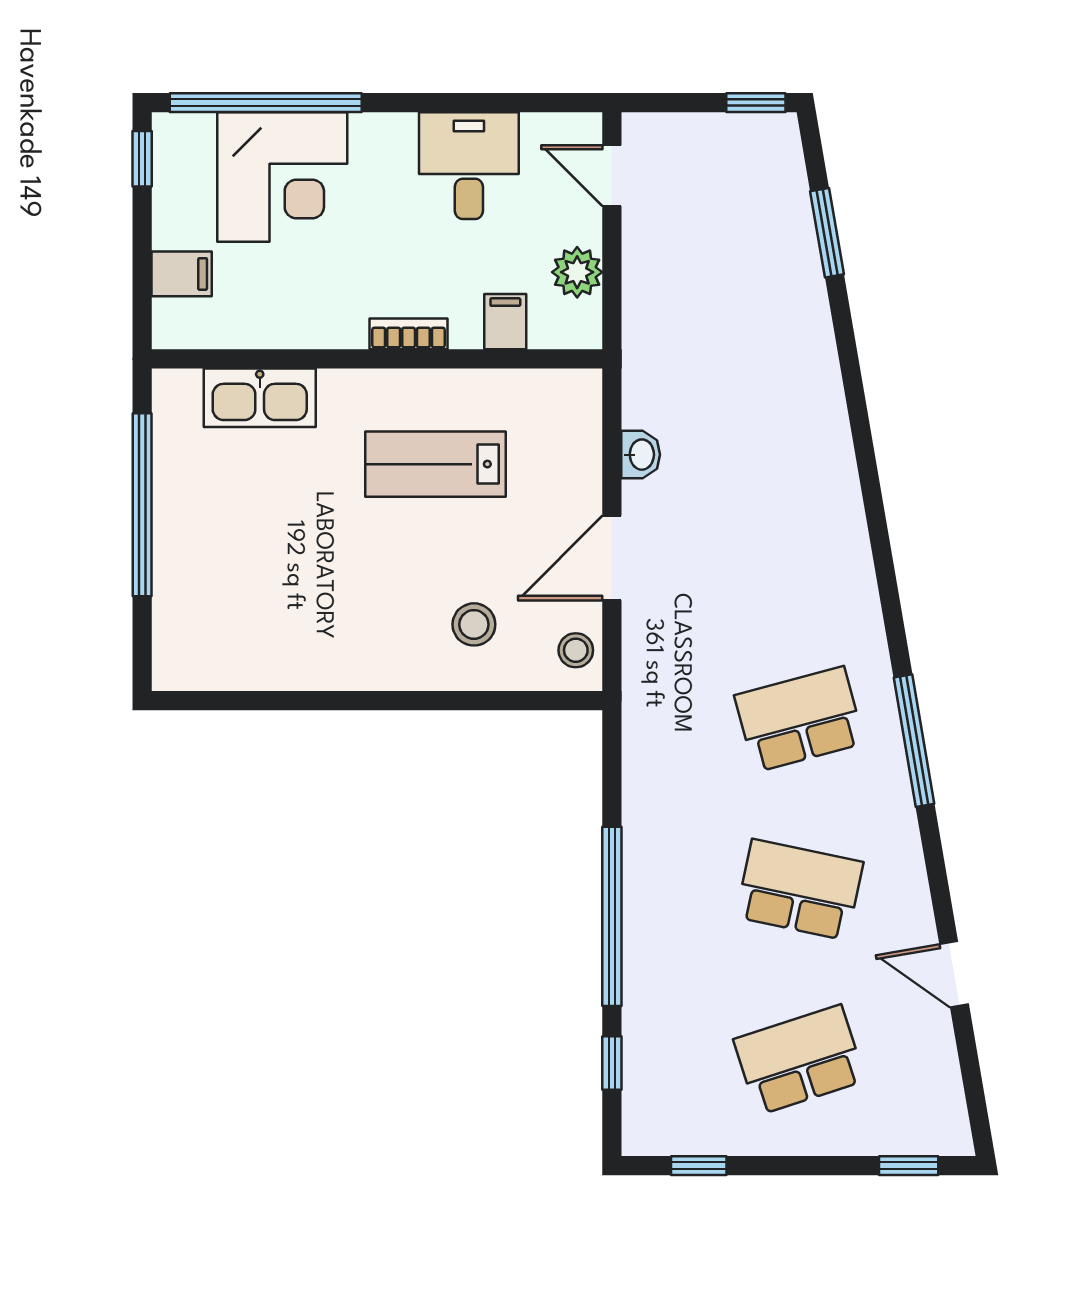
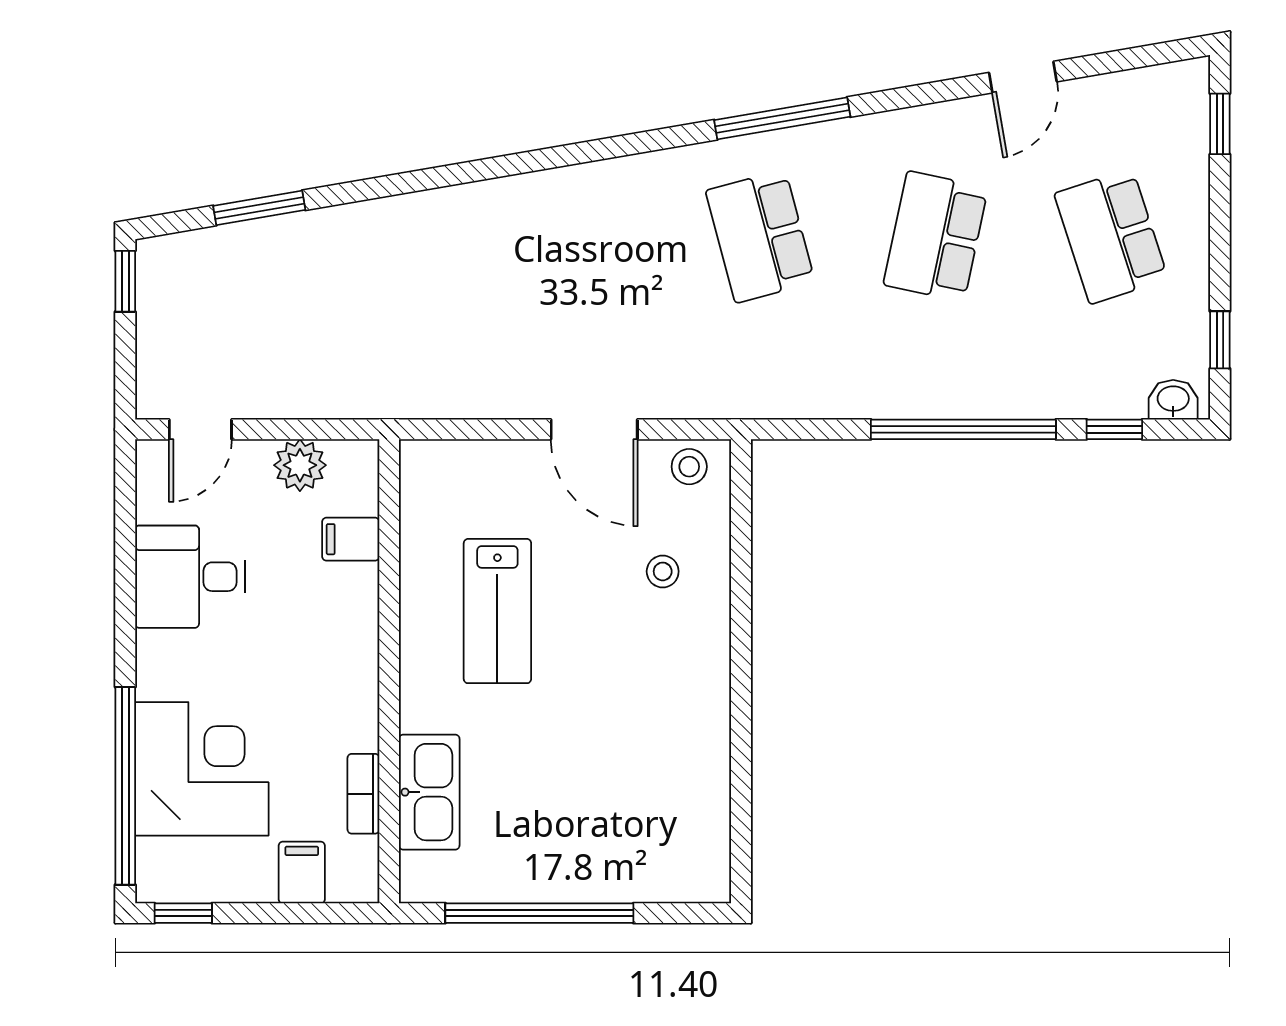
bookcase: (409, 334) -> (363, 794), moved
washbasin: (641, 455) -> (1173, 400), moved
stool: (474, 624) -> (663, 571), width x0.73, depth x0.73

